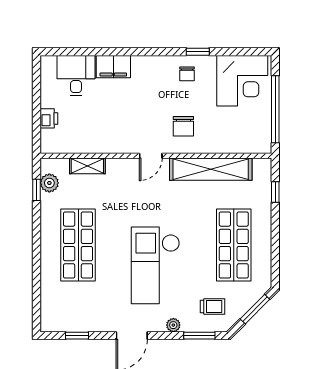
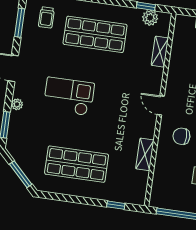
shelving: (211, 169) -> (145, 154), width x0.45, depth x0.75
checkout: (155, 265) -> (69, 96), width x0.73, depth x0.83
trolley: (213, 307) -> (46, 17), moved
window: (77, 336) -> (20, 23), width x1.50

